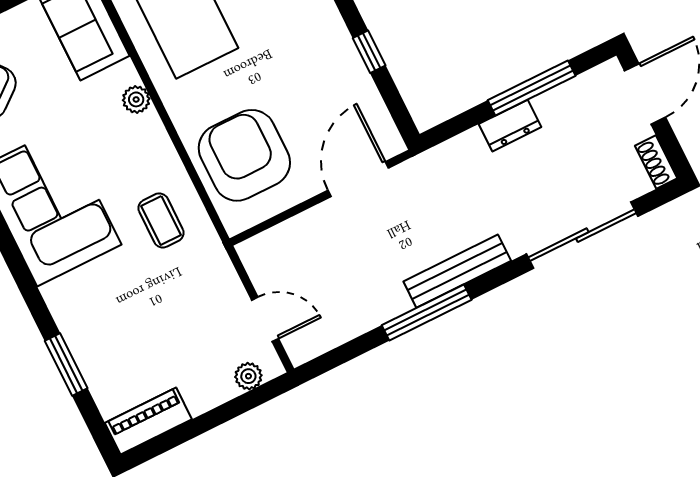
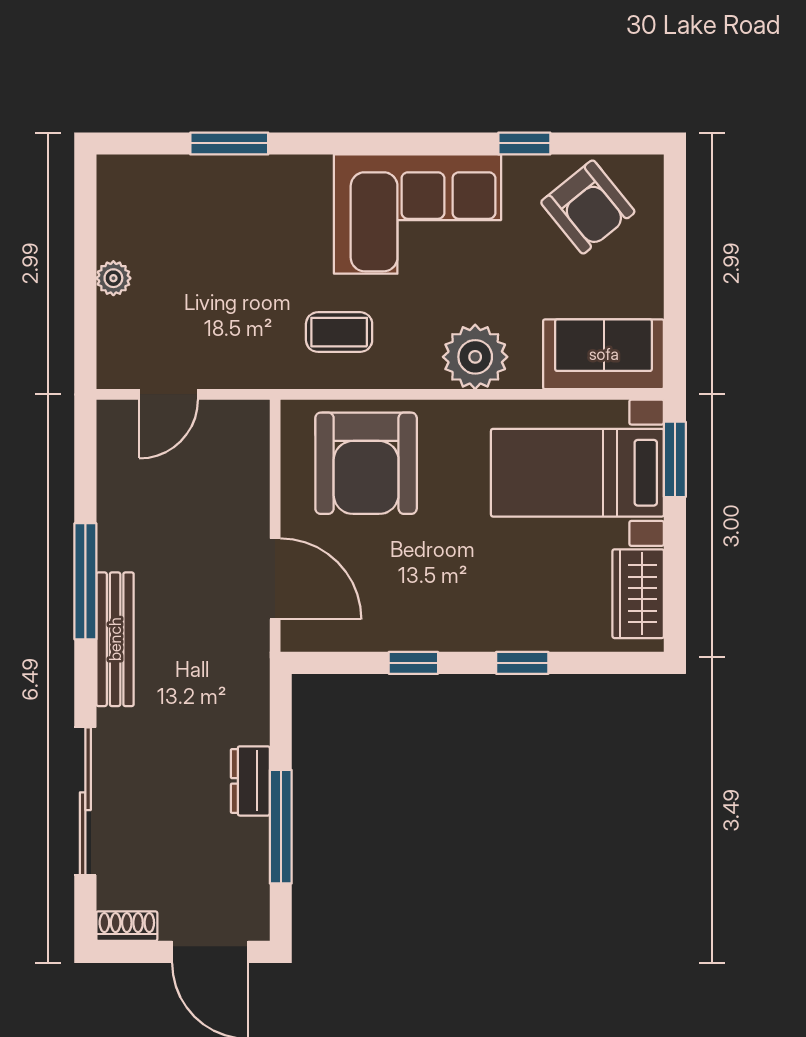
plant: (136, 99) -> (475, 357), width x1.88, depth x1.88
armchair: (244, 155) -> (366, 463), turned 90
plant: (248, 376) -> (113, 278), moved
piano: (148, 421) -> (119, 205), removed

